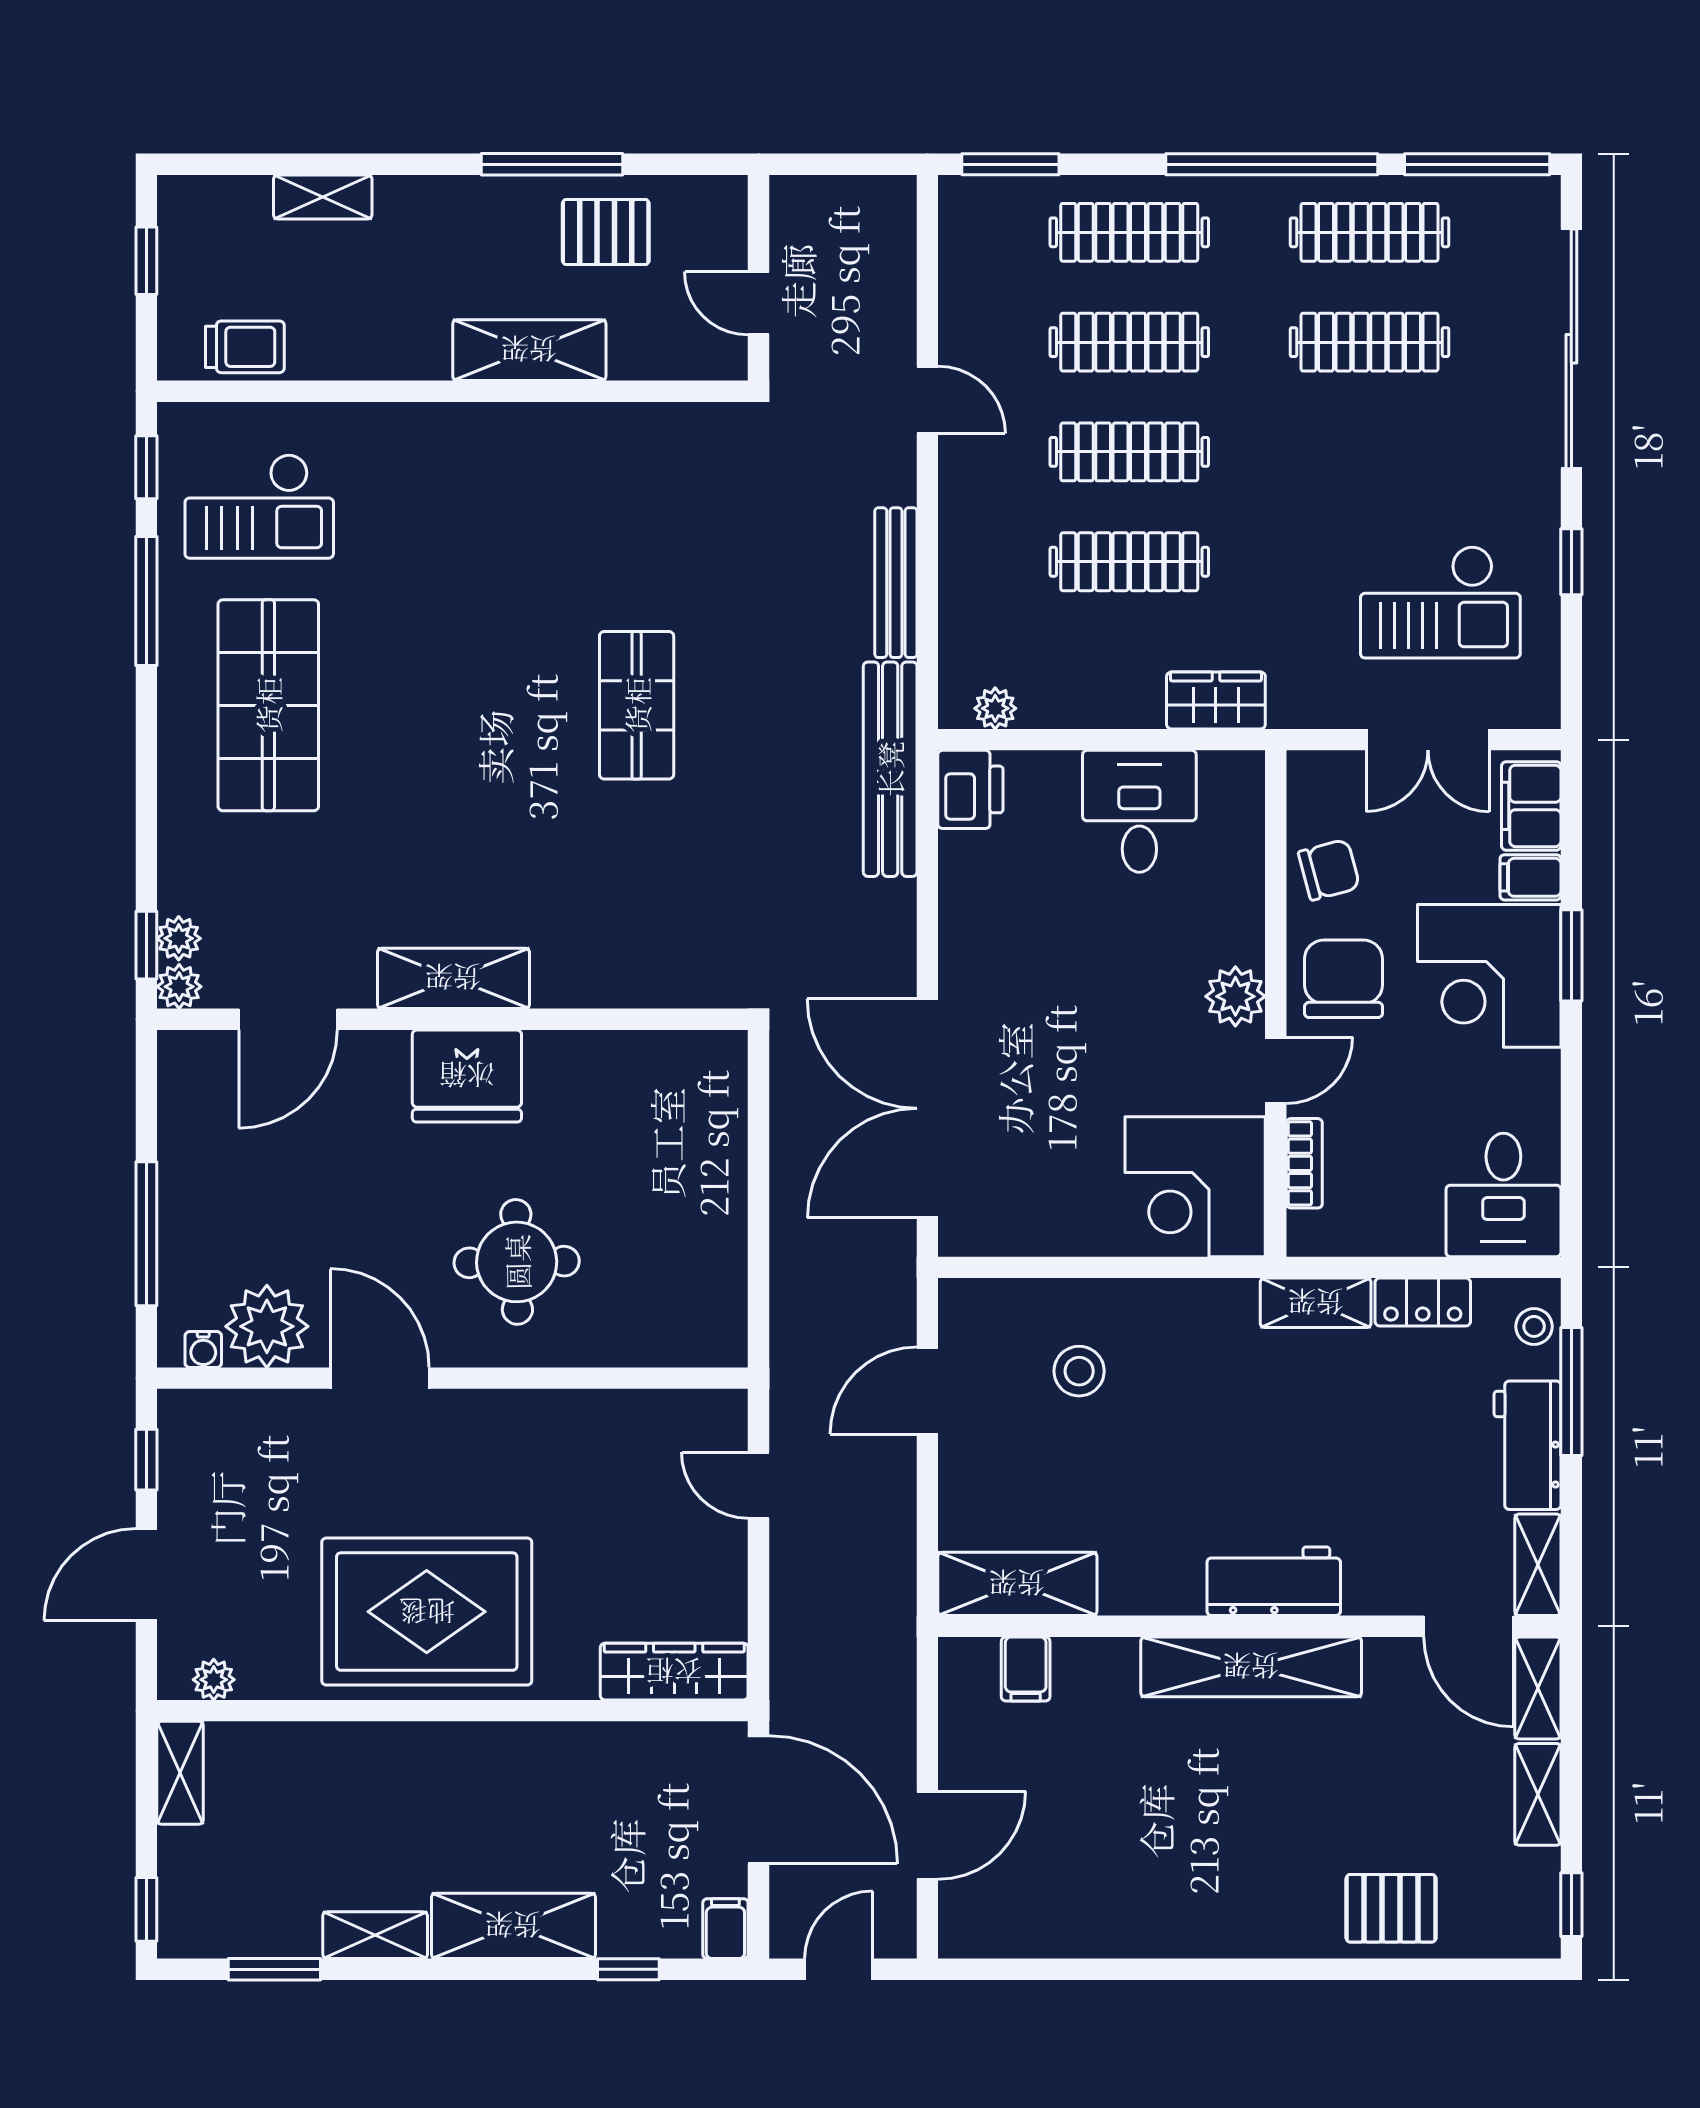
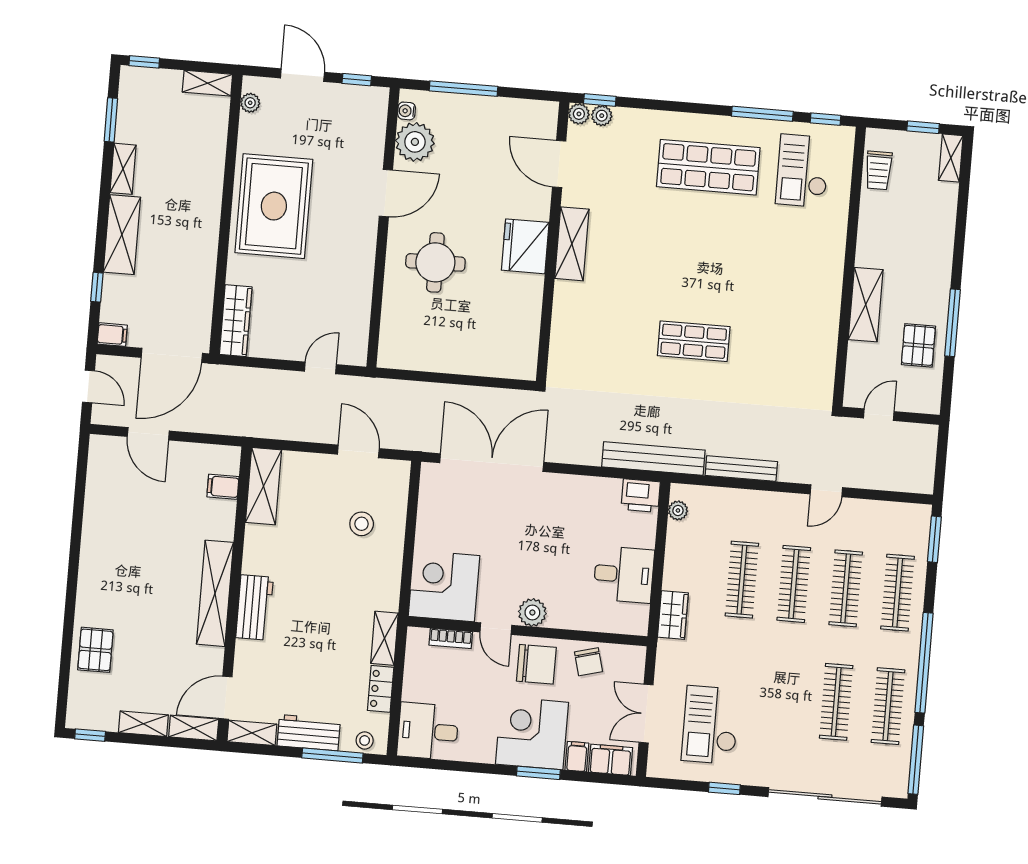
shelving: (323, 197) -> (951, 158), moved

